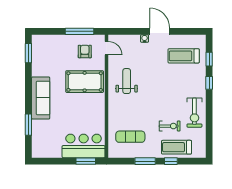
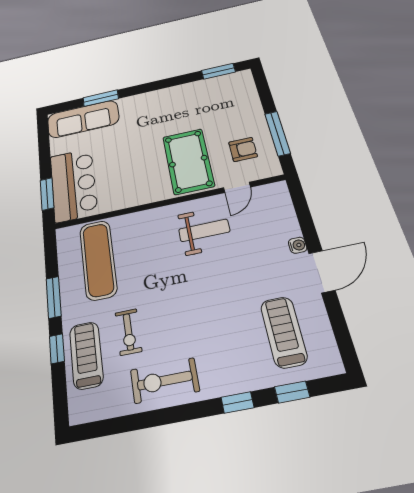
door: (107, 48) -> (237, 187), moved
sofa: (41, 98) -> (83, 119), moved
exercise mat: (130, 137) -> (98, 260), width x1.36, depth x1.45

